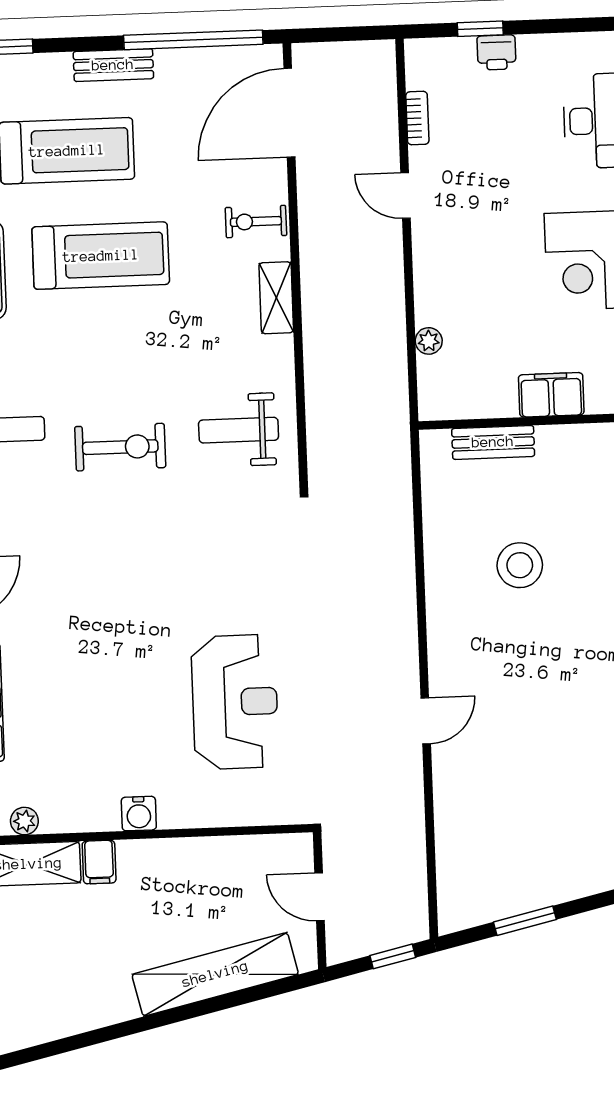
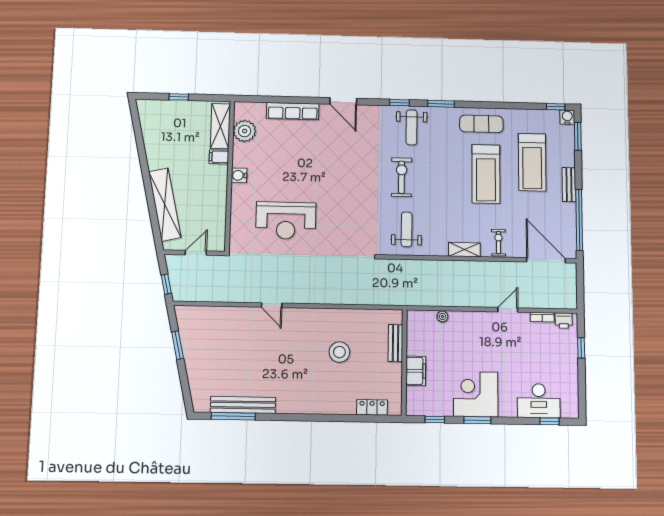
printer: (496, 52) -> (564, 321), moved, turned -90
exercise bike: (120, 447) -> (402, 177), turned 180
plant: (24, 821) -> (245, 131), width x1.88, depth x1.88

